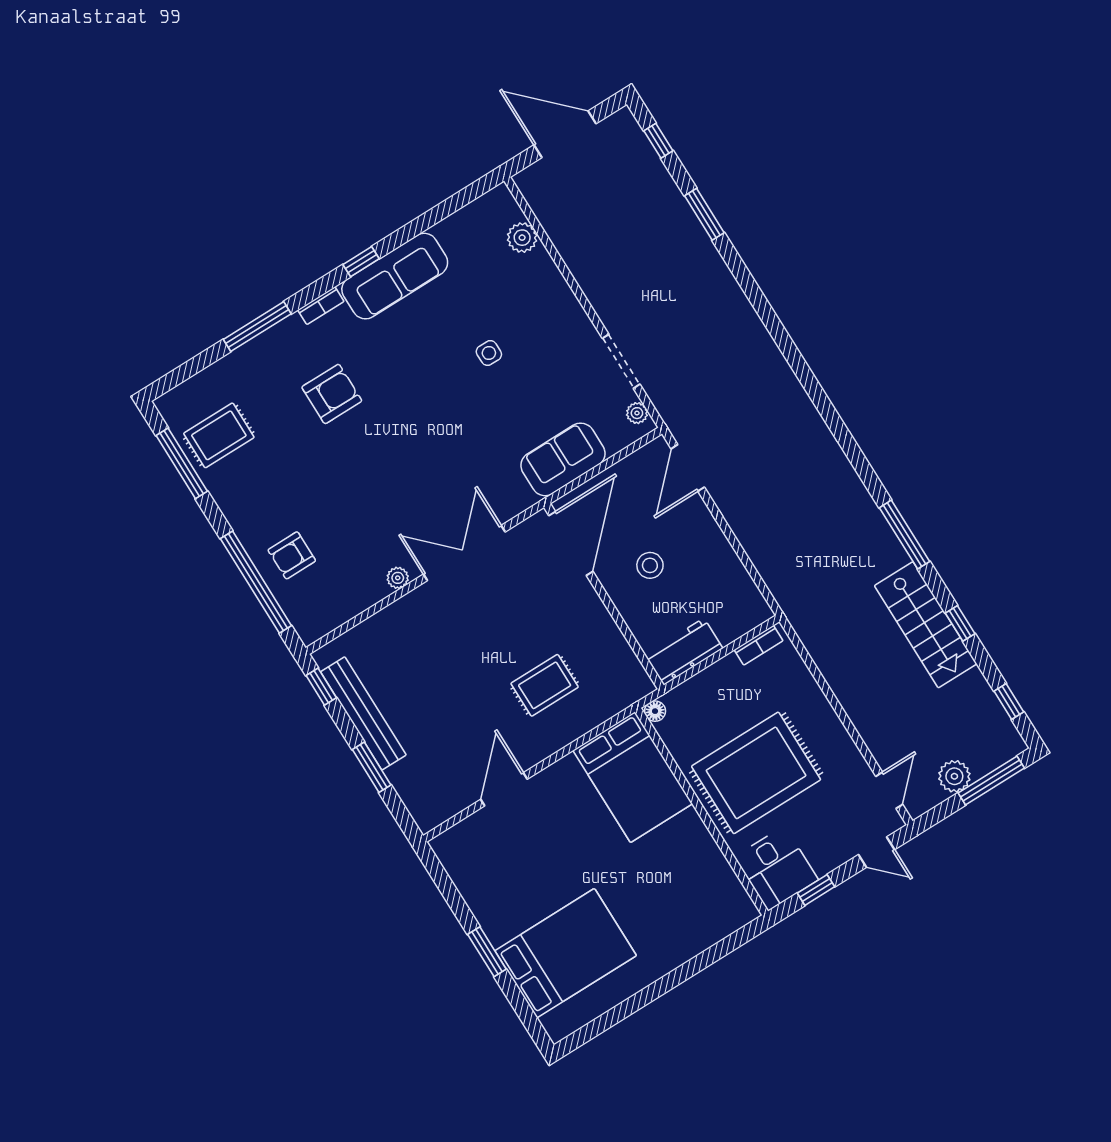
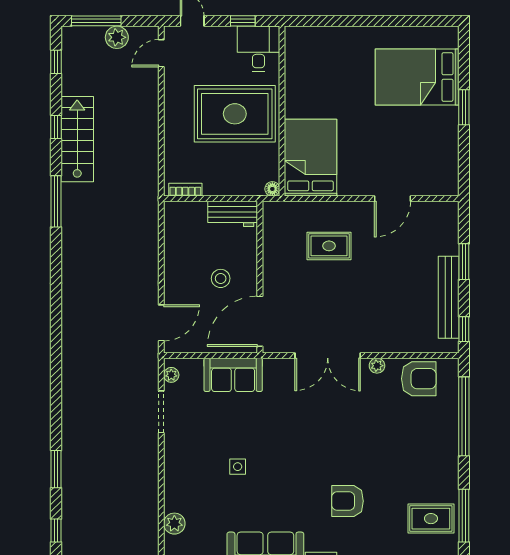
armchair: (292, 555) -> (419, 379), moved, width x1.38, depth x1.38

